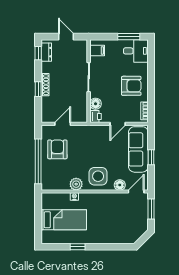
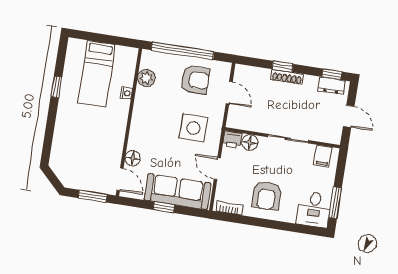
door: (66, 37) -> (349, 116), hinge flipped
side table: (98, 176) -> (193, 128), moved
plant: (76, 184) -> (146, 78), moved

